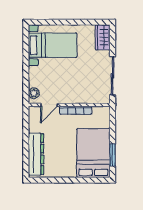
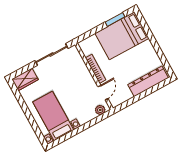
door: (49, 105) -> (103, 93), hinge flipped

